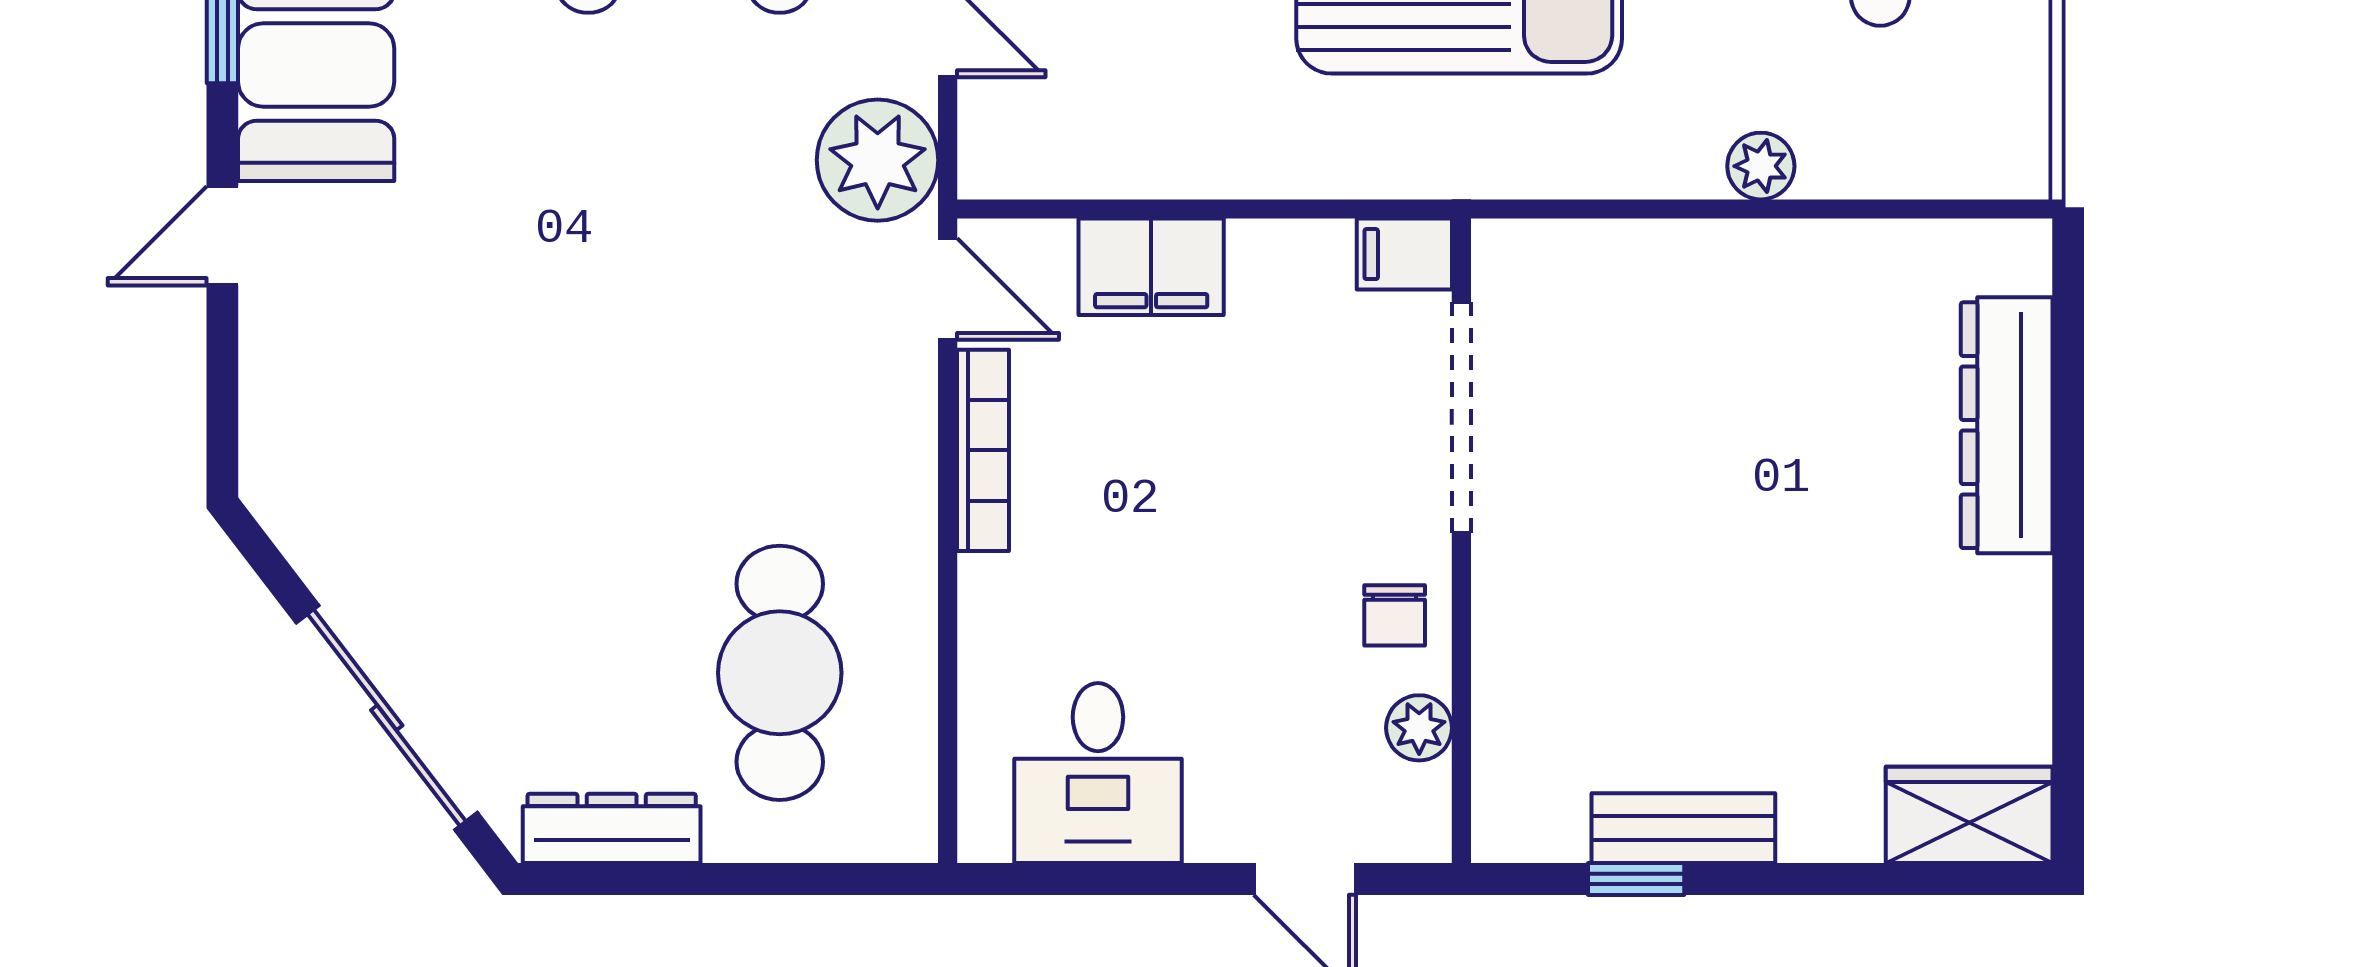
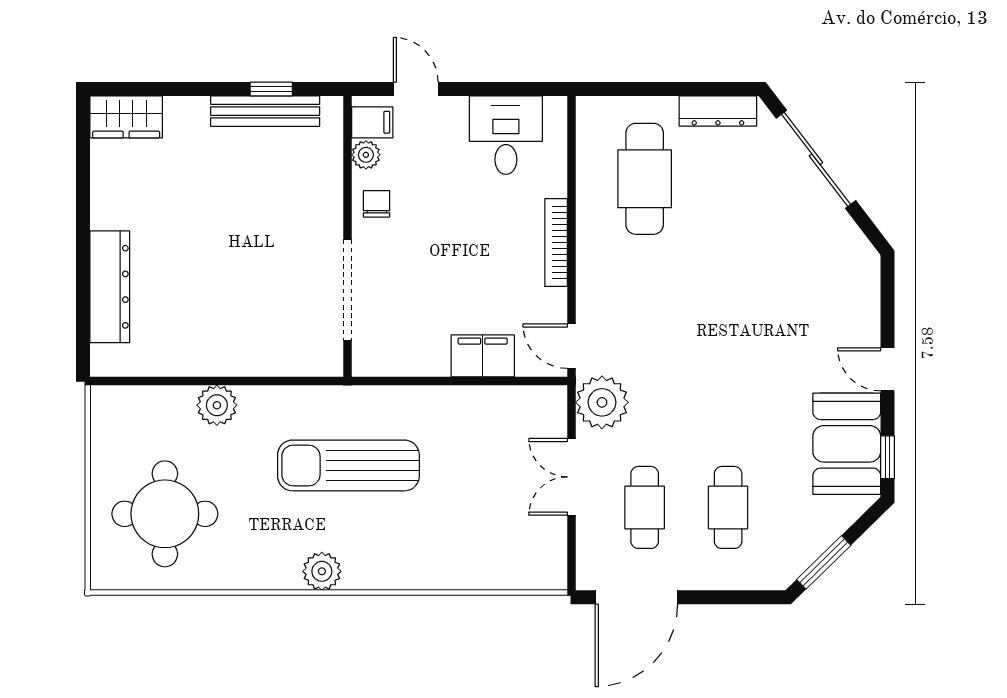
plant: (1761, 166) -> (217, 405), width x1.38, depth x1.38
door: (222, 236) -> (888, 369), swing flipped
filing cabinet: (1404, 254) -> (372, 122), moved
bookcase: (983, 450) -> (556, 242), moved
bench: (1683, 828) -> (265, 111), width x1.36

